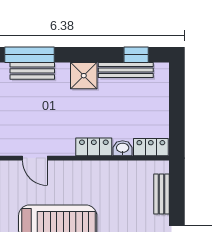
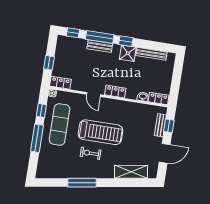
window: (136, 55) -> (126, 41), moved
locker: (94, 147) -> (115, 91), moved
window: (177, 192) -> (169, 126), added

